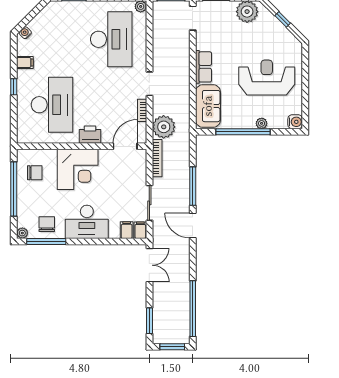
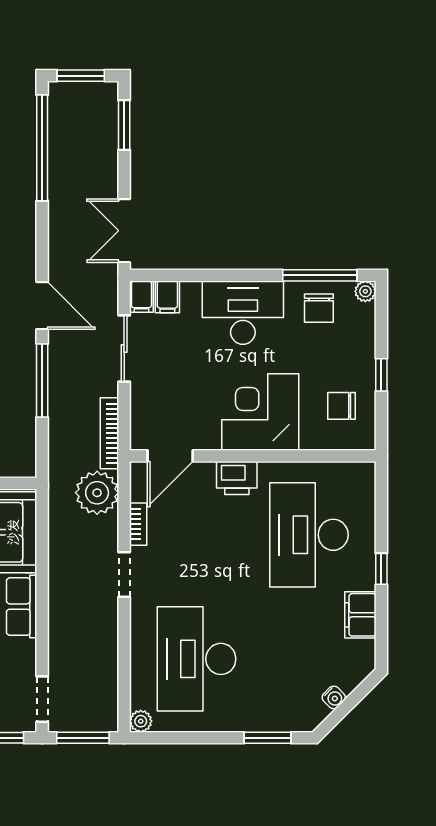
water cooler: (25, 33) -> (334, 697), moved
filing cabinet: (25, 63) -> (360, 615), width x2.00
window: (14, 189) -> (381, 375), width x0.32

